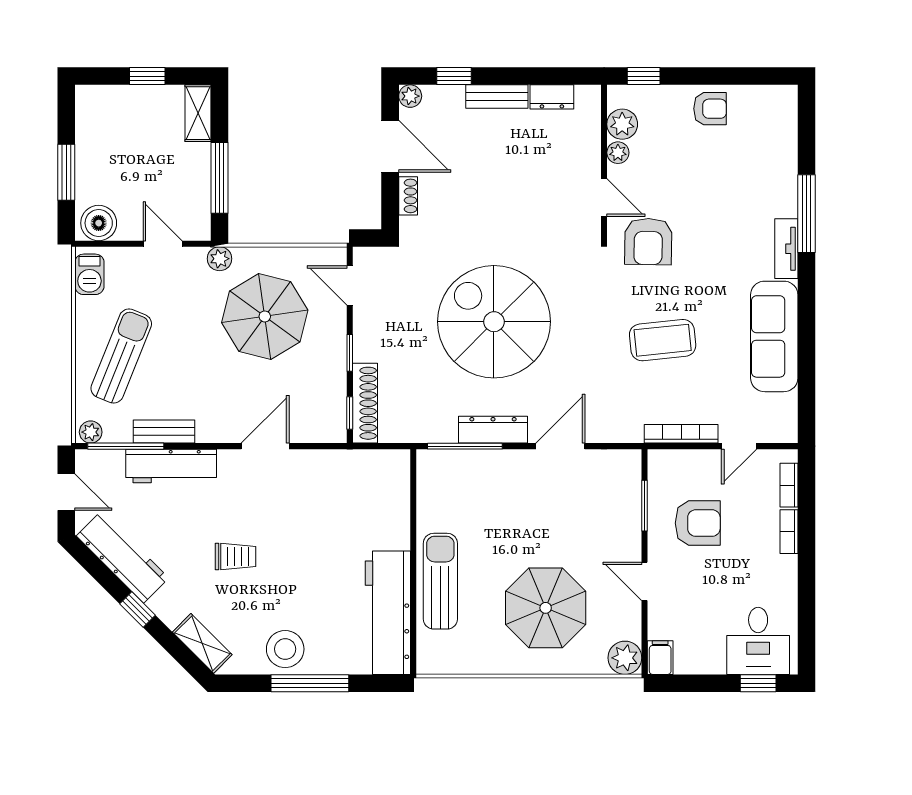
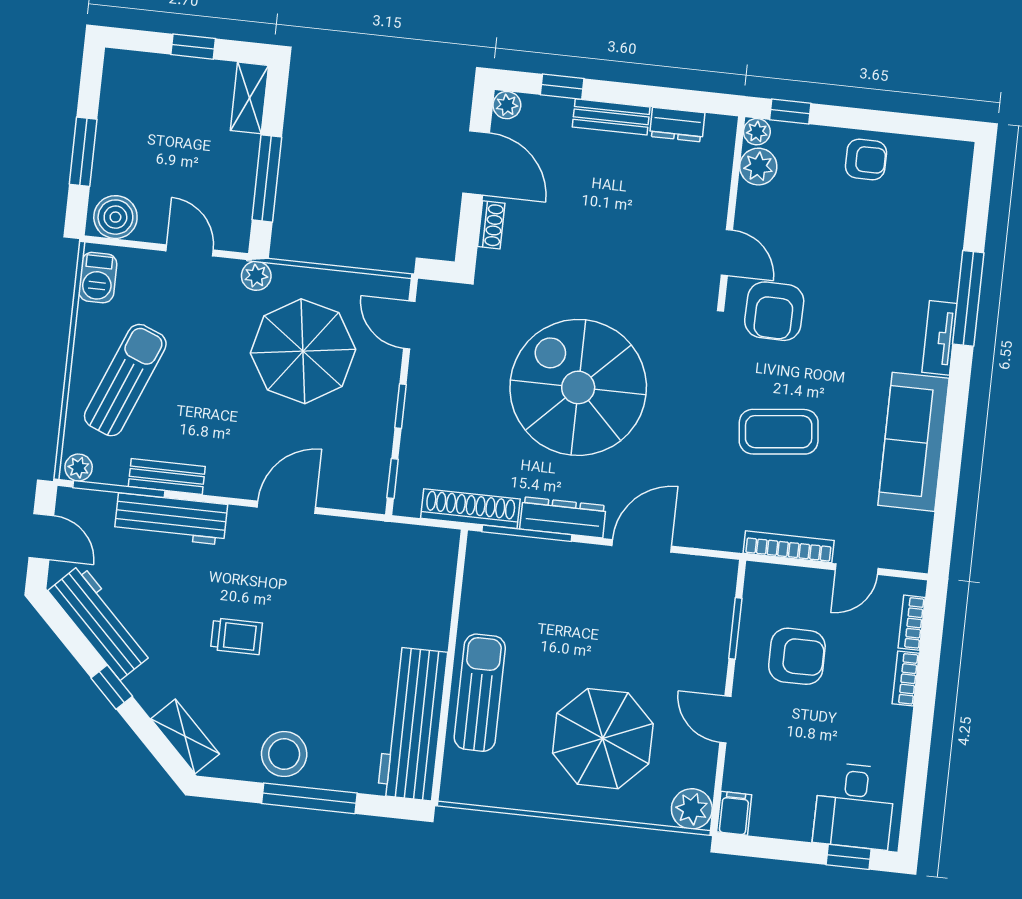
plant: (618, 153) -> (757, 132), moved
shoe rack: (365, 403) -> (470, 509), moved, turned -90

